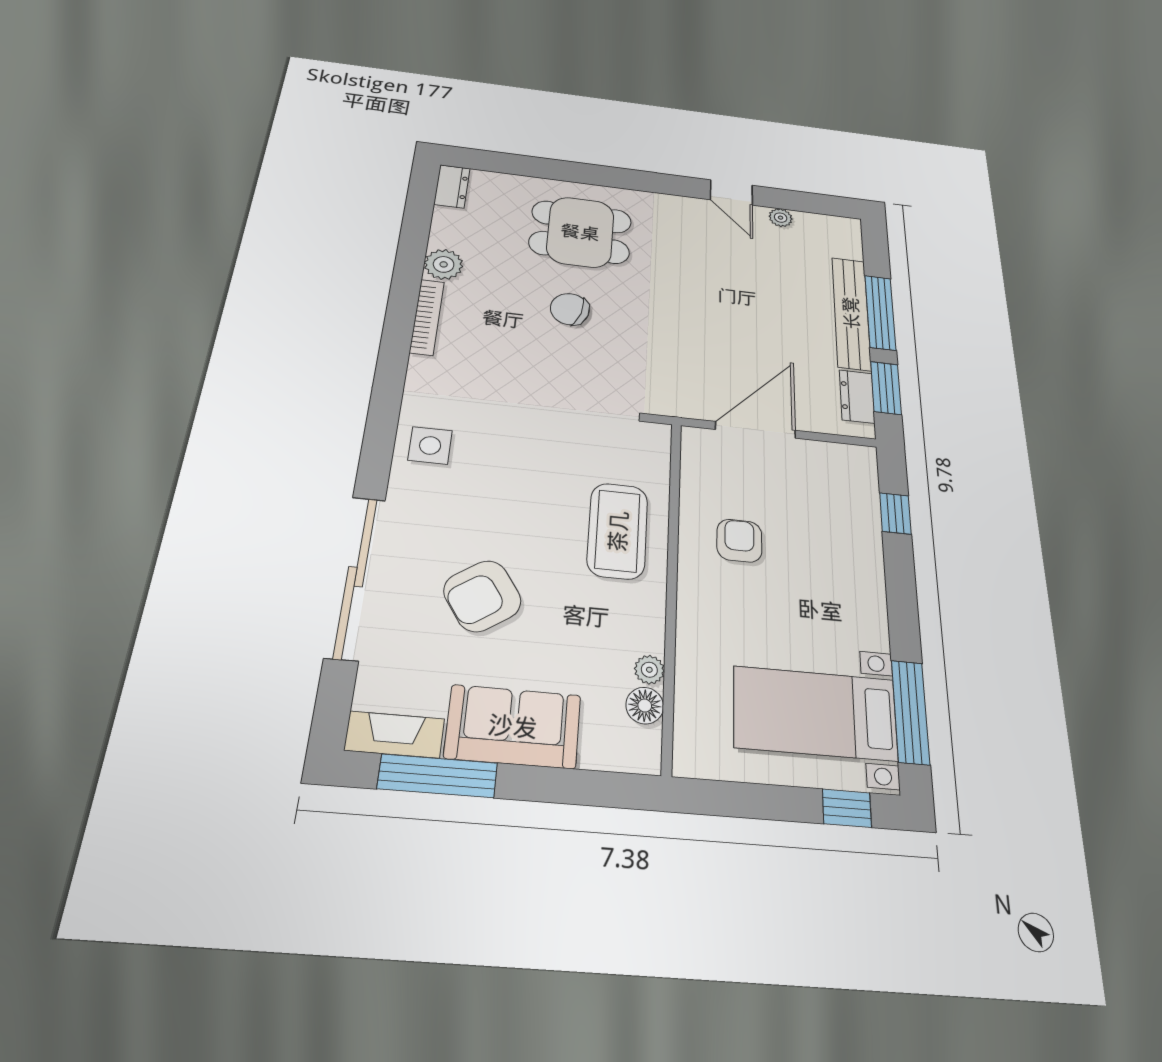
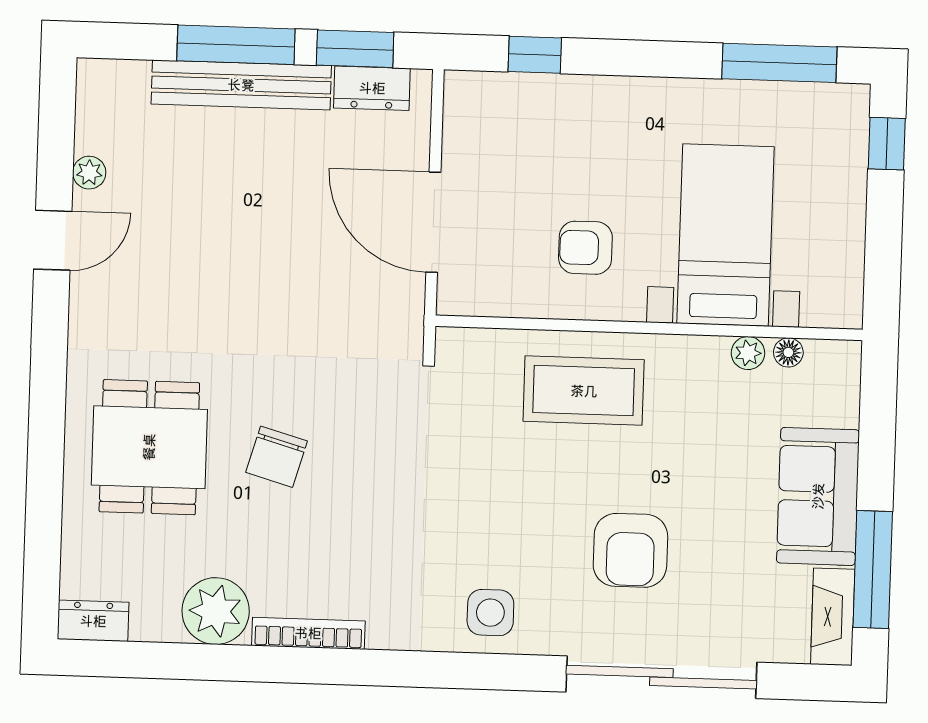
plant: (444, 264) -> (216, 611), width x1.36, depth x1.36
armchair: (482, 596) -> (630, 550), moved, turned 34
floor lamp: (645, 706) -> (788, 352), width x0.73, depth x0.73
bed with nightstands: (815, 713) -> (725, 235), moved, turned 180

